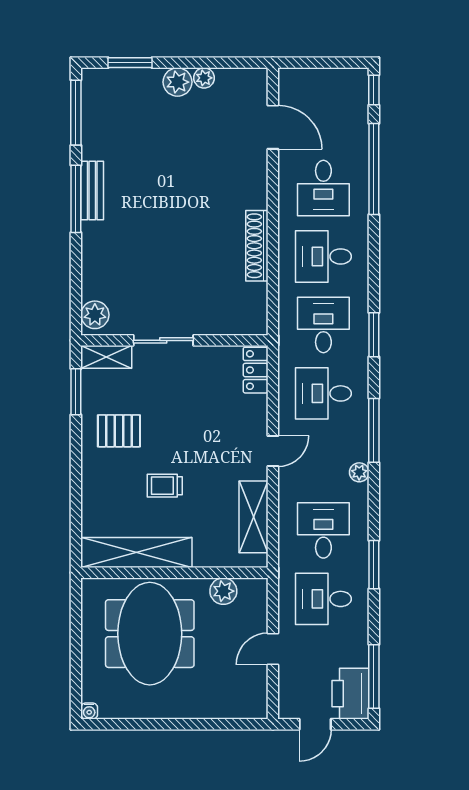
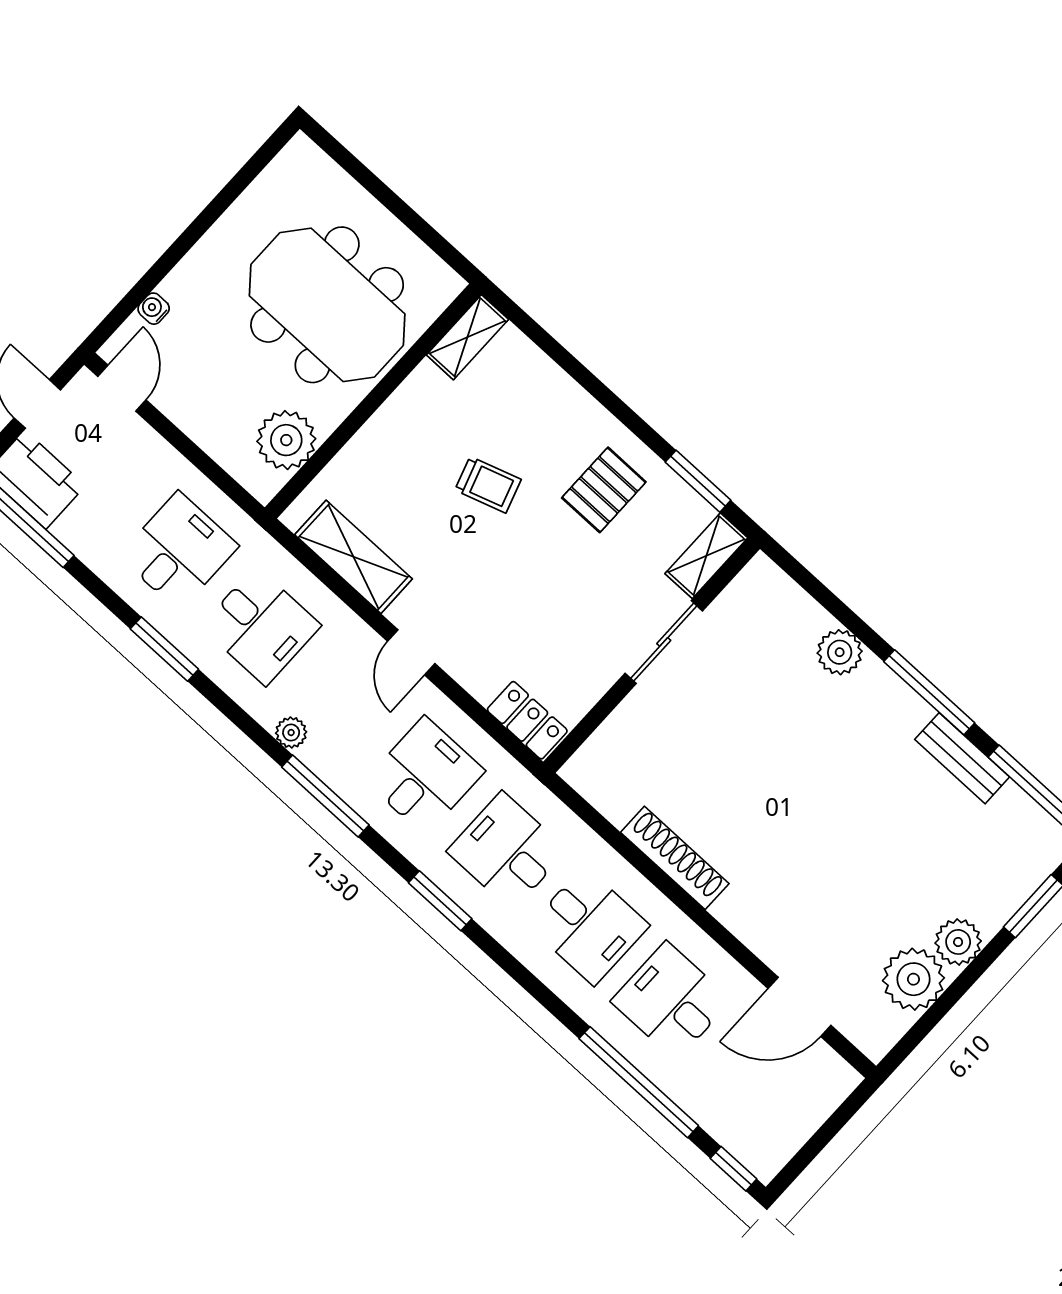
plant: (204, 78) -> (913, 979), width x1.87, depth x1.87
bench: (92, 190) -> (962, 758), moved
desk: (323, 256) -> (589, 926), turned 90
plant: (95, 315) -> (840, 652), moved
desk: (323, 325) -> (507, 851), turned 180
trolley: (165, 486) -> (488, 485), turned 72
shelving: (136, 553) -> (467, 337), width x0.45, depth x0.75
plant: (223, 591) -> (286, 440), width x1.36, depth x1.36
door: (273, 649) -> (122, 388), moved
water cooler: (89, 711) -> (154, 309), moved

